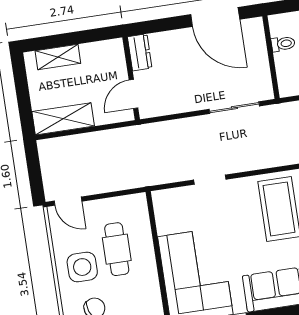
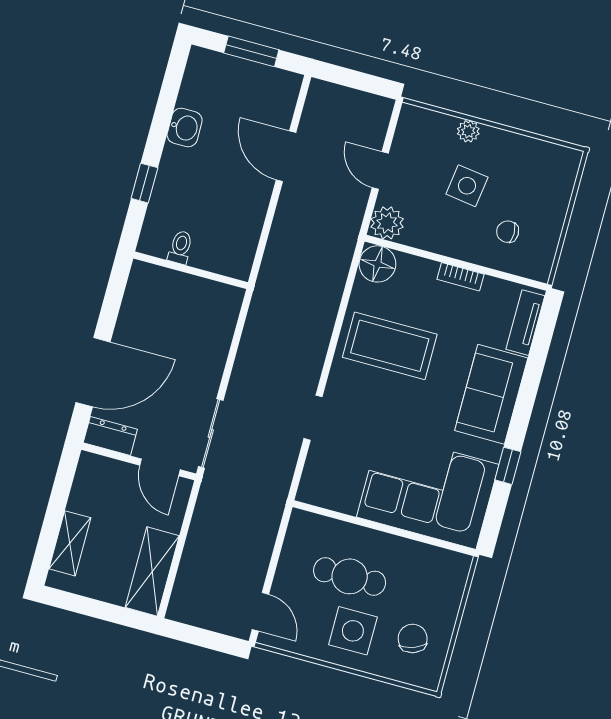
door: (215, 17) -> (93, 372), moved
sliding door: (234, 108) -> (211, 433), moved
door: (68, 201) -> (260, 612), hinge flipped

